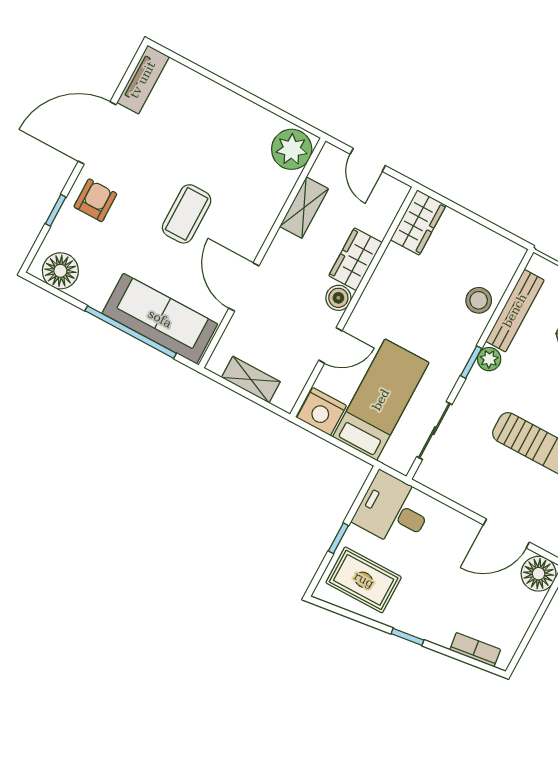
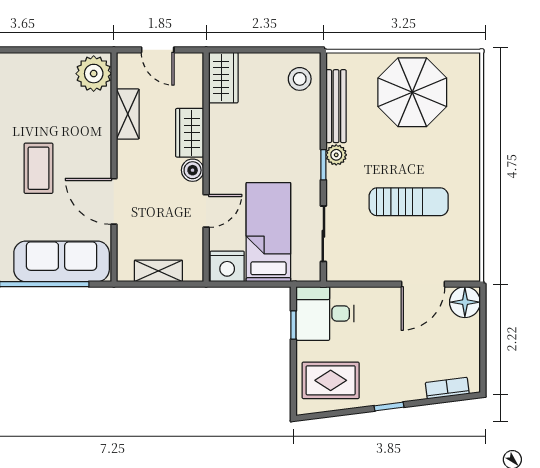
stool: (479, 300) -> (300, 79), moved
window: (338, 538) -> (293, 325), moved

